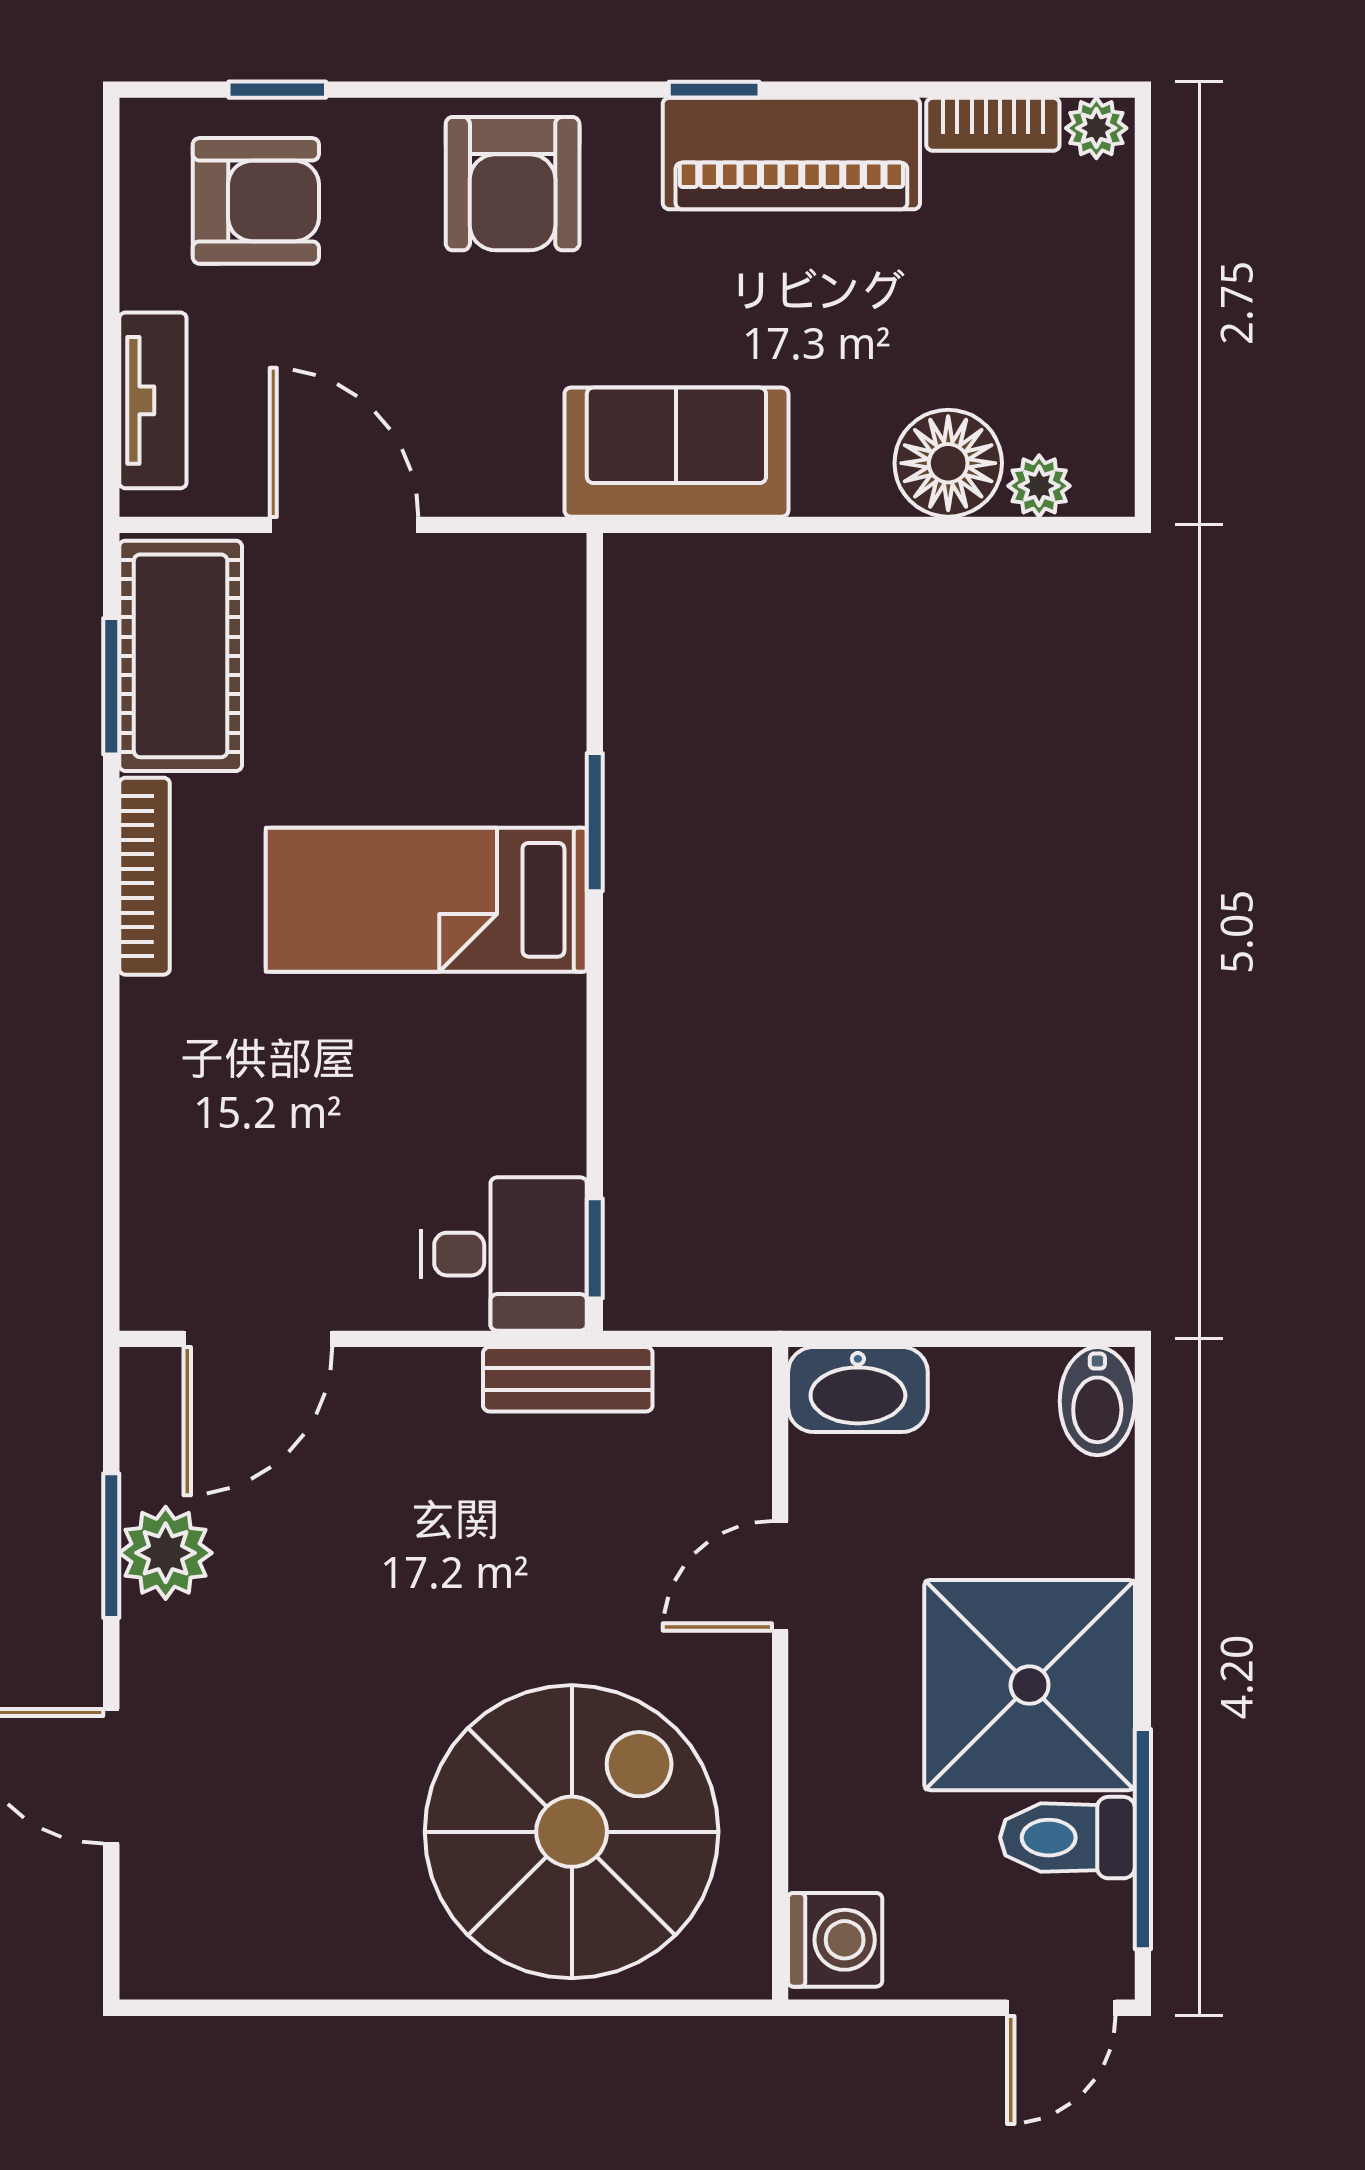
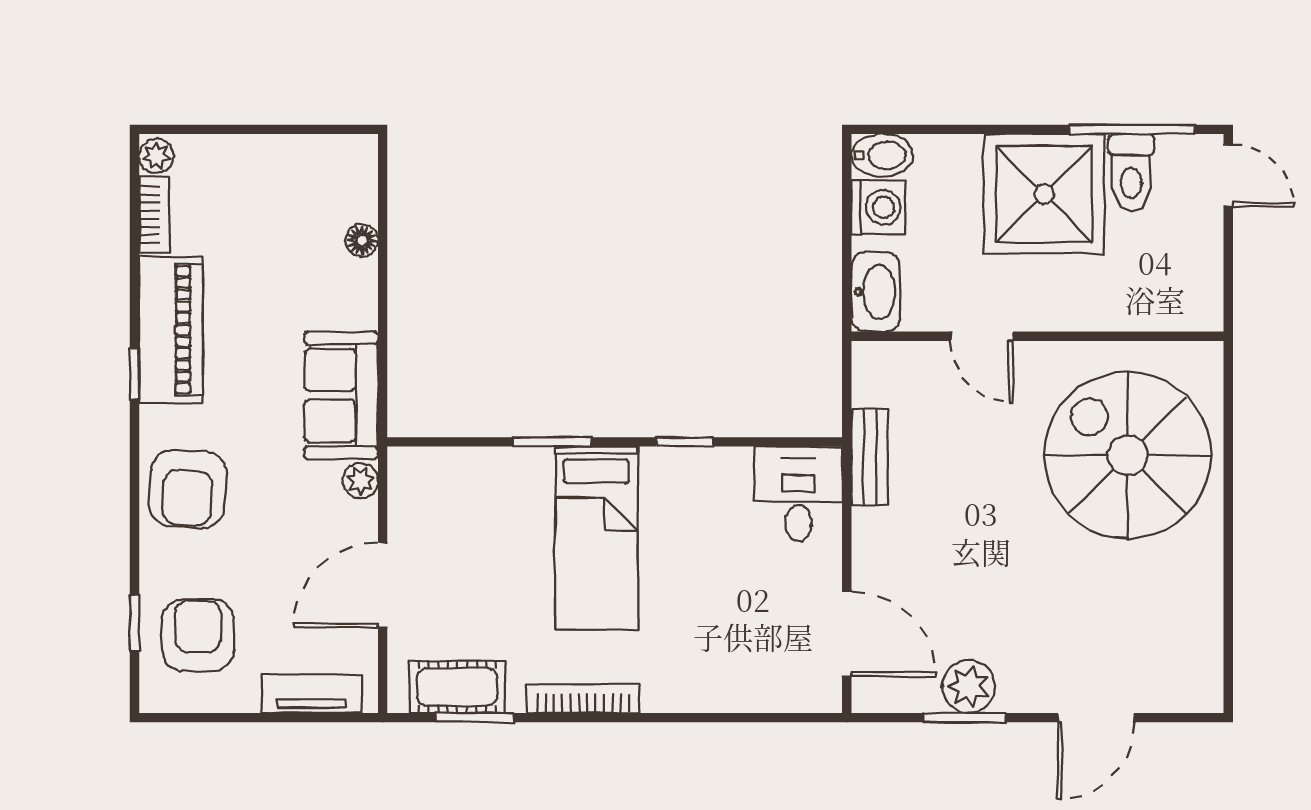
armchair: (513, 184) -> (188, 489), turned 94
floor lamp: (948, 463) -> (362, 240), width x0.53, depth x0.53
plant: (1039, 486) -> (360, 480), moved
cot: (181, 656) -> (457, 687), width x0.73, depth x0.75
window: (595, 1248) -> (685, 442), moved
washing machine: (835, 1940) -> (878, 207), moved, turned 90

